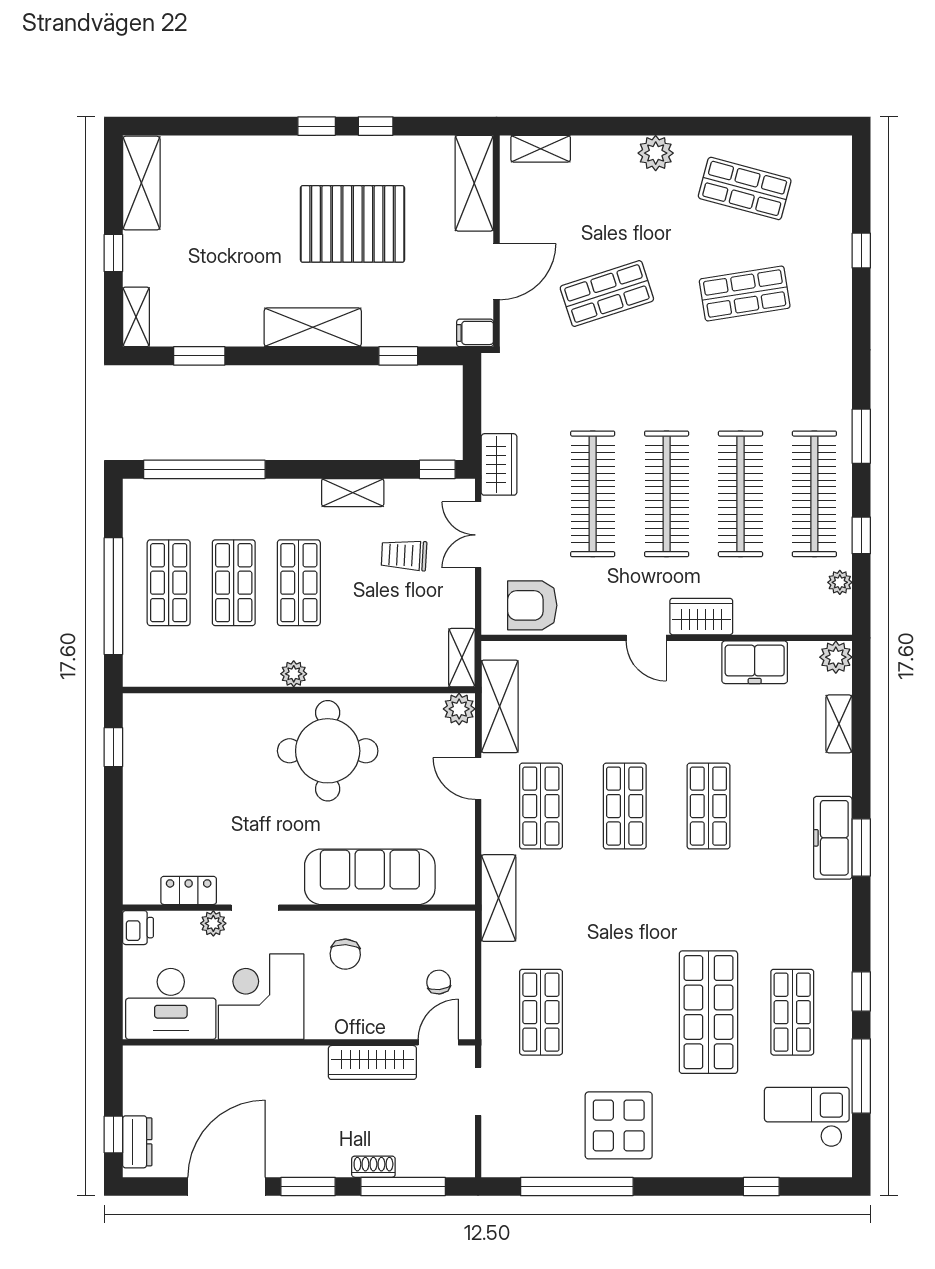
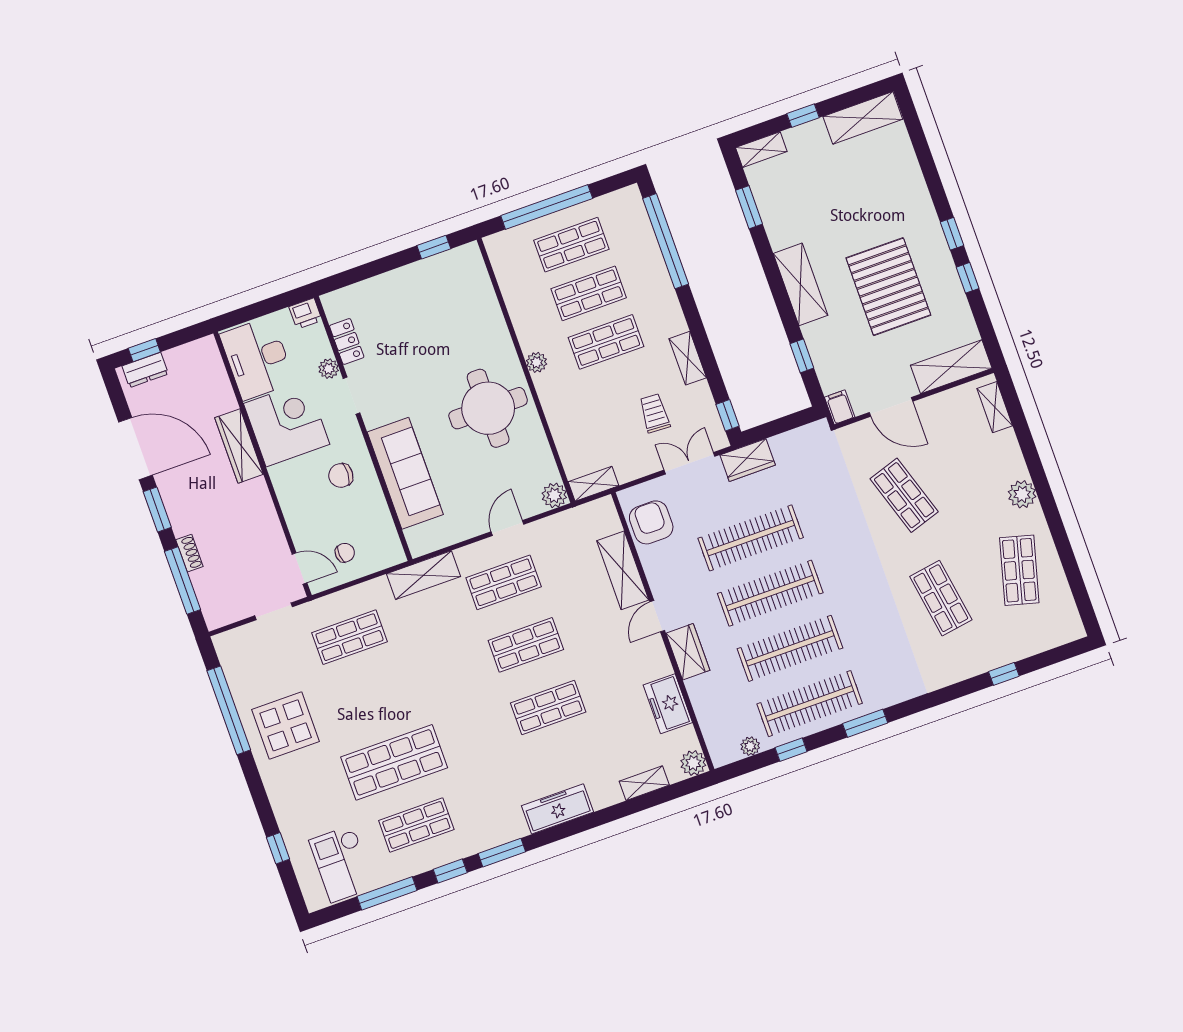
shelving: (500, 706) -> (623, 570), moved, turned 90
window: (861, 847) -> (502, 853), moved
wardrobe: (372, 1062) -> (239, 446), moved
checkout: (807, 1117) -> (342, 864), turned 180

